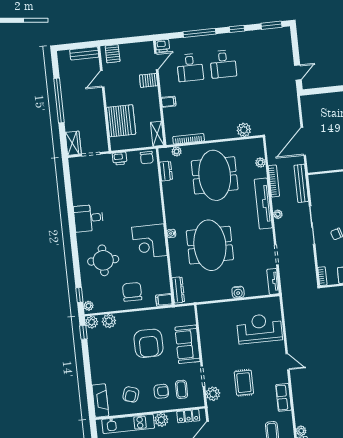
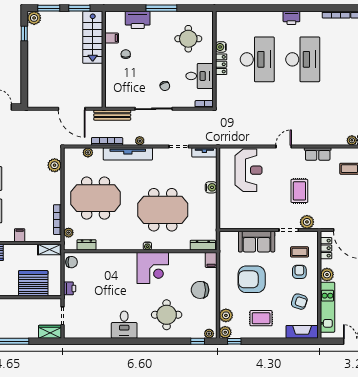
reception desk: (260, 329) -> (249, 170), turned 180
armchair: (149, 343) -> (252, 279), turned 180
rug: (110, 357) -> (261, 318), added
rug: (244, 383) -> (299, 191), turned 90

